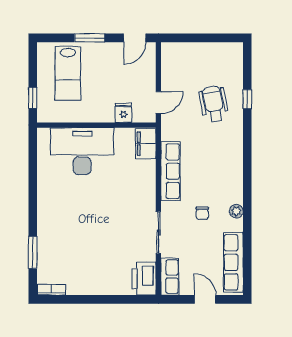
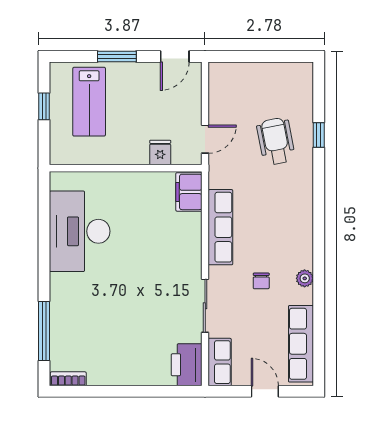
window: (33, 98) -> (44, 106), moved
desk: (82, 151) -> (80, 231), moved, turned -90
window: (33, 252) -> (44, 331), width x1.44

